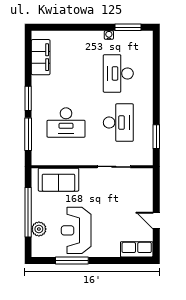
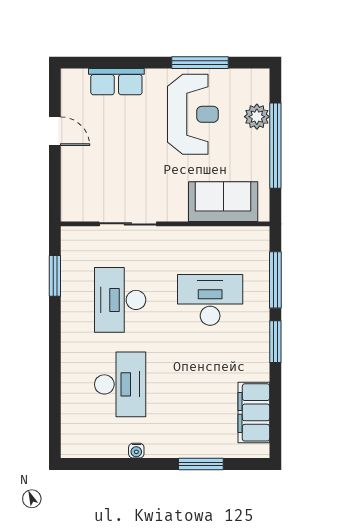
window: (128, 27) -> (201, 464), moved
row of seats: (137, 249) -> (116, 82), moved

